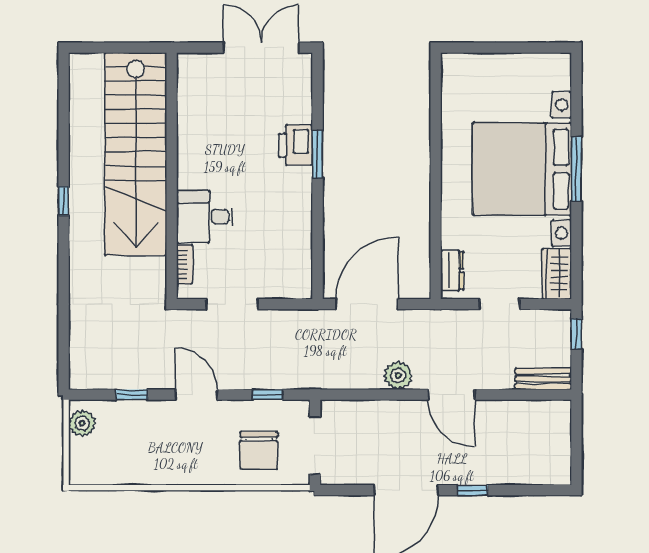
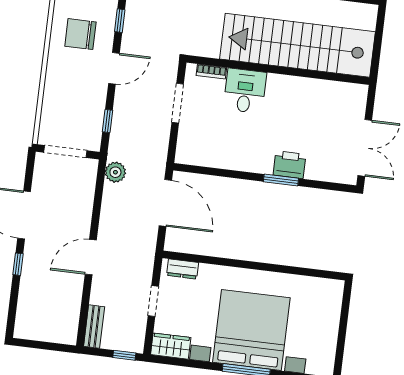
plant: (398, 376) -> (115, 172), moved
chair: (259, 450) -> (80, 34), moved

